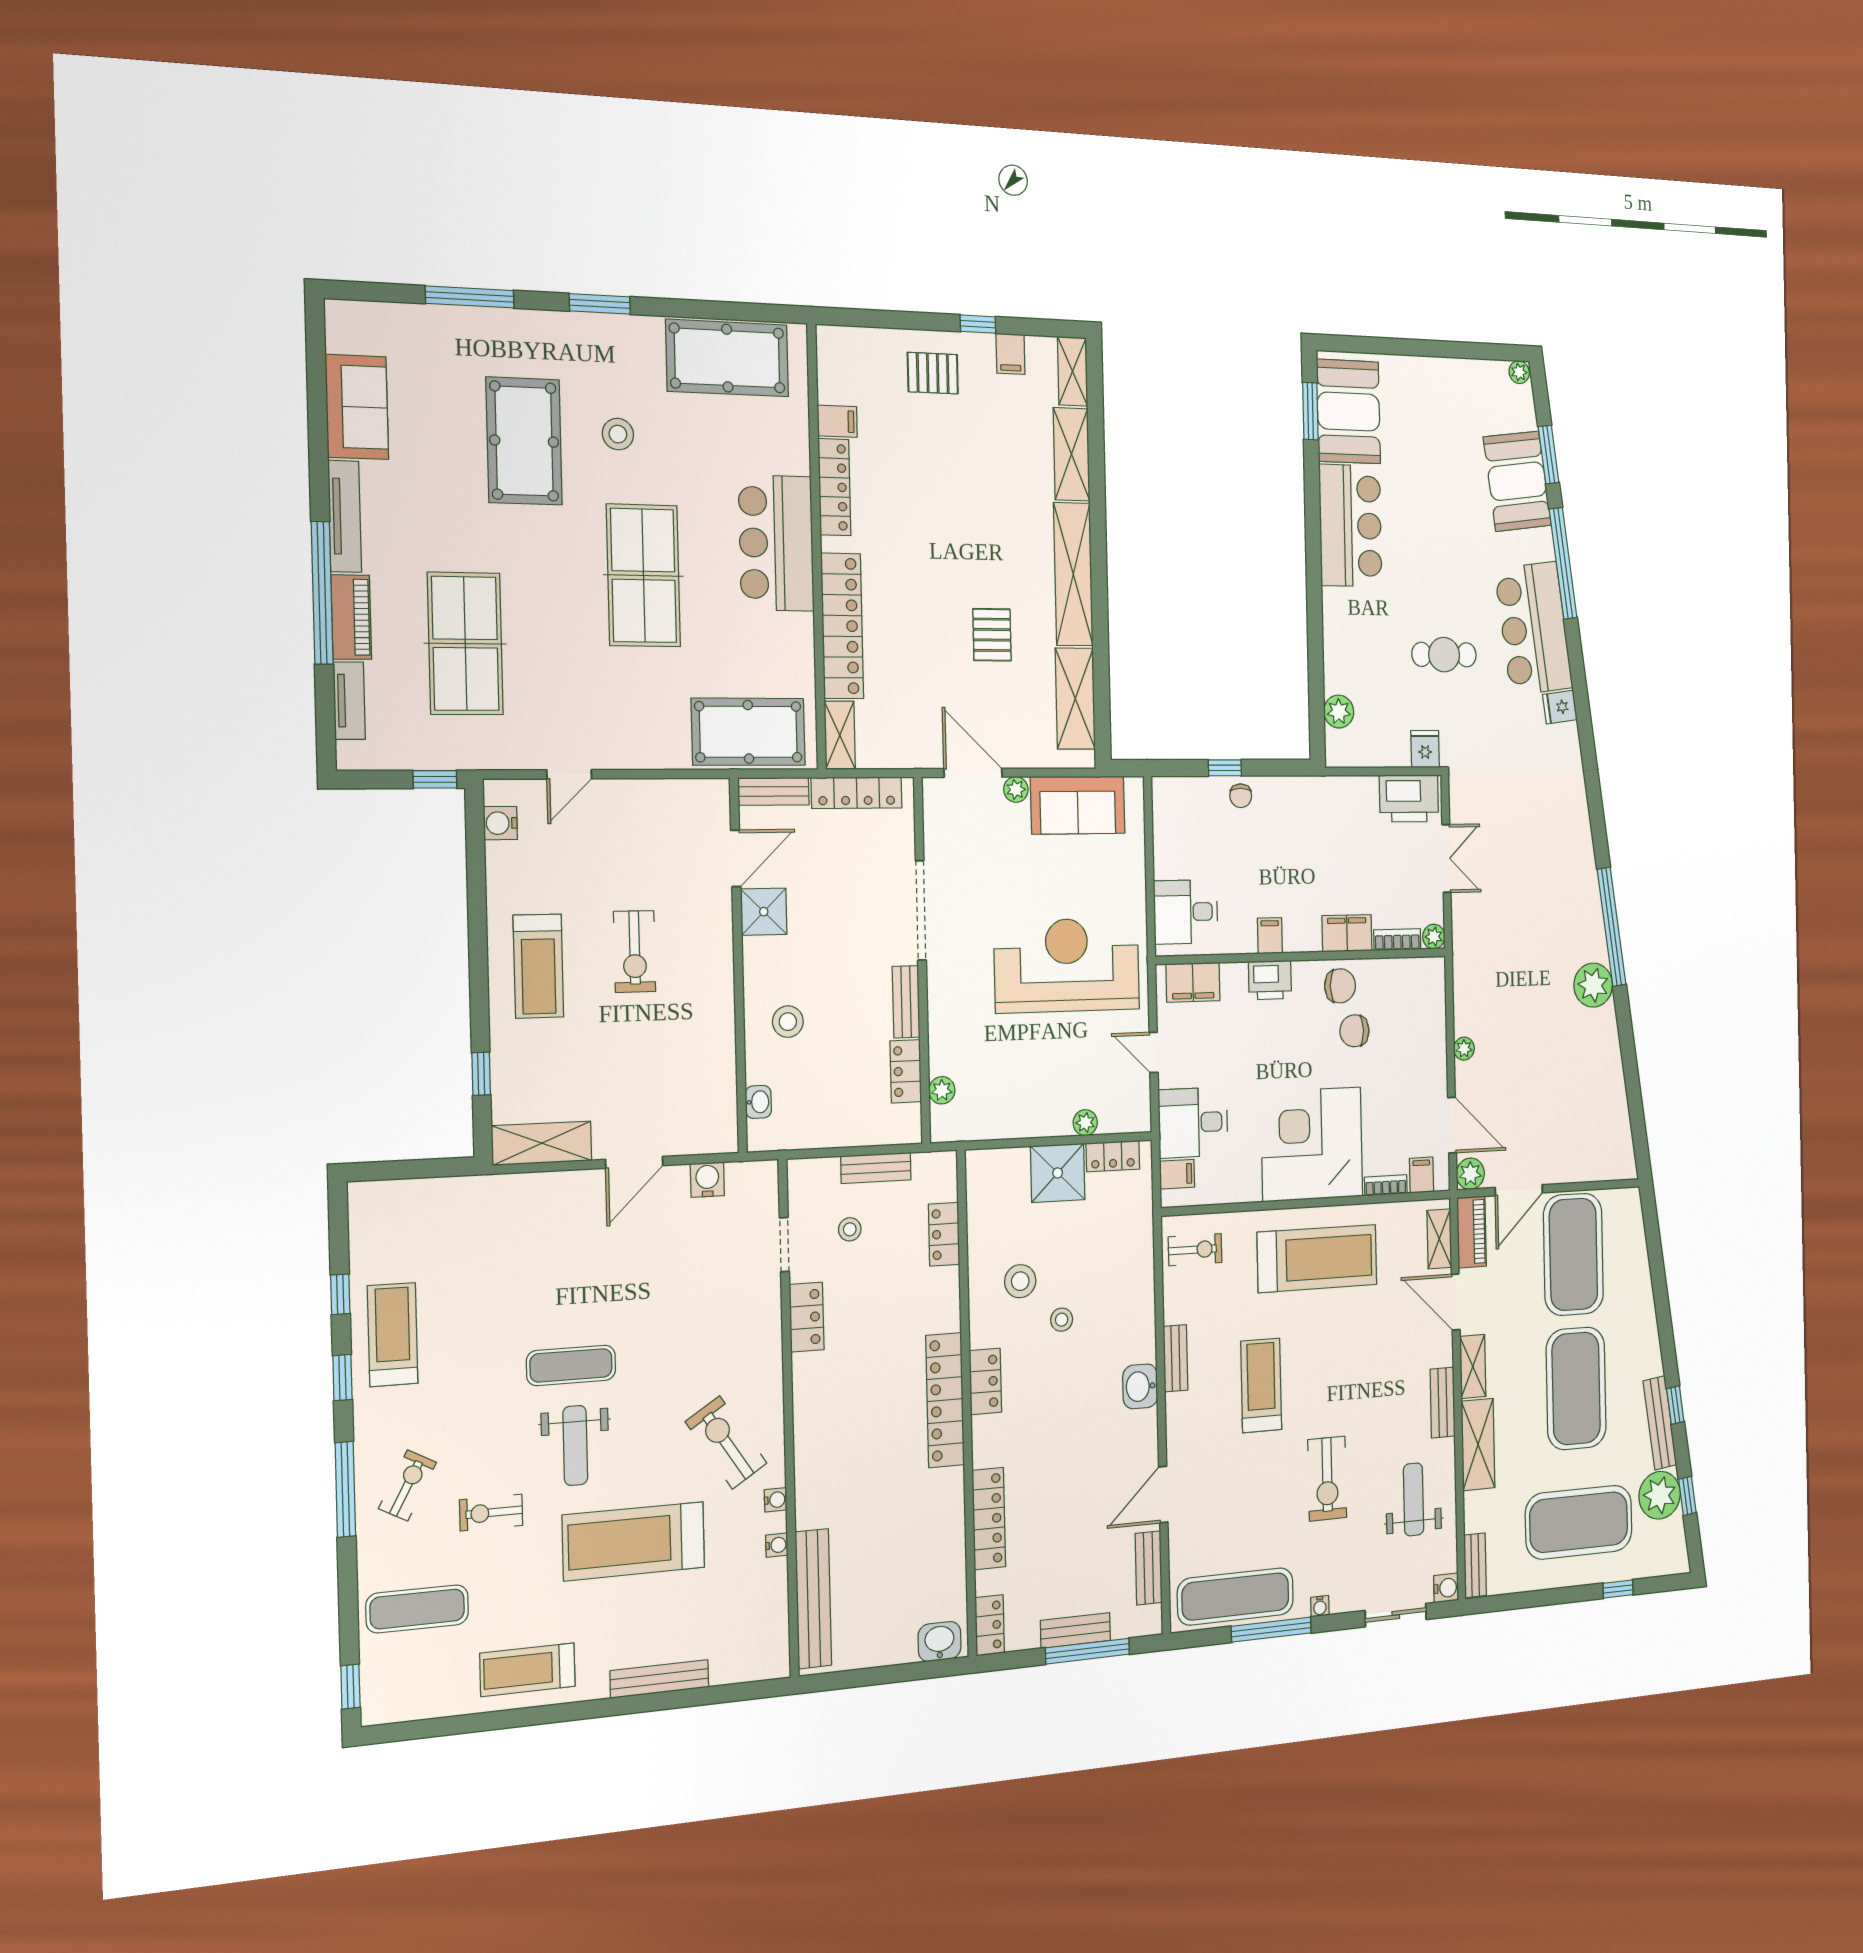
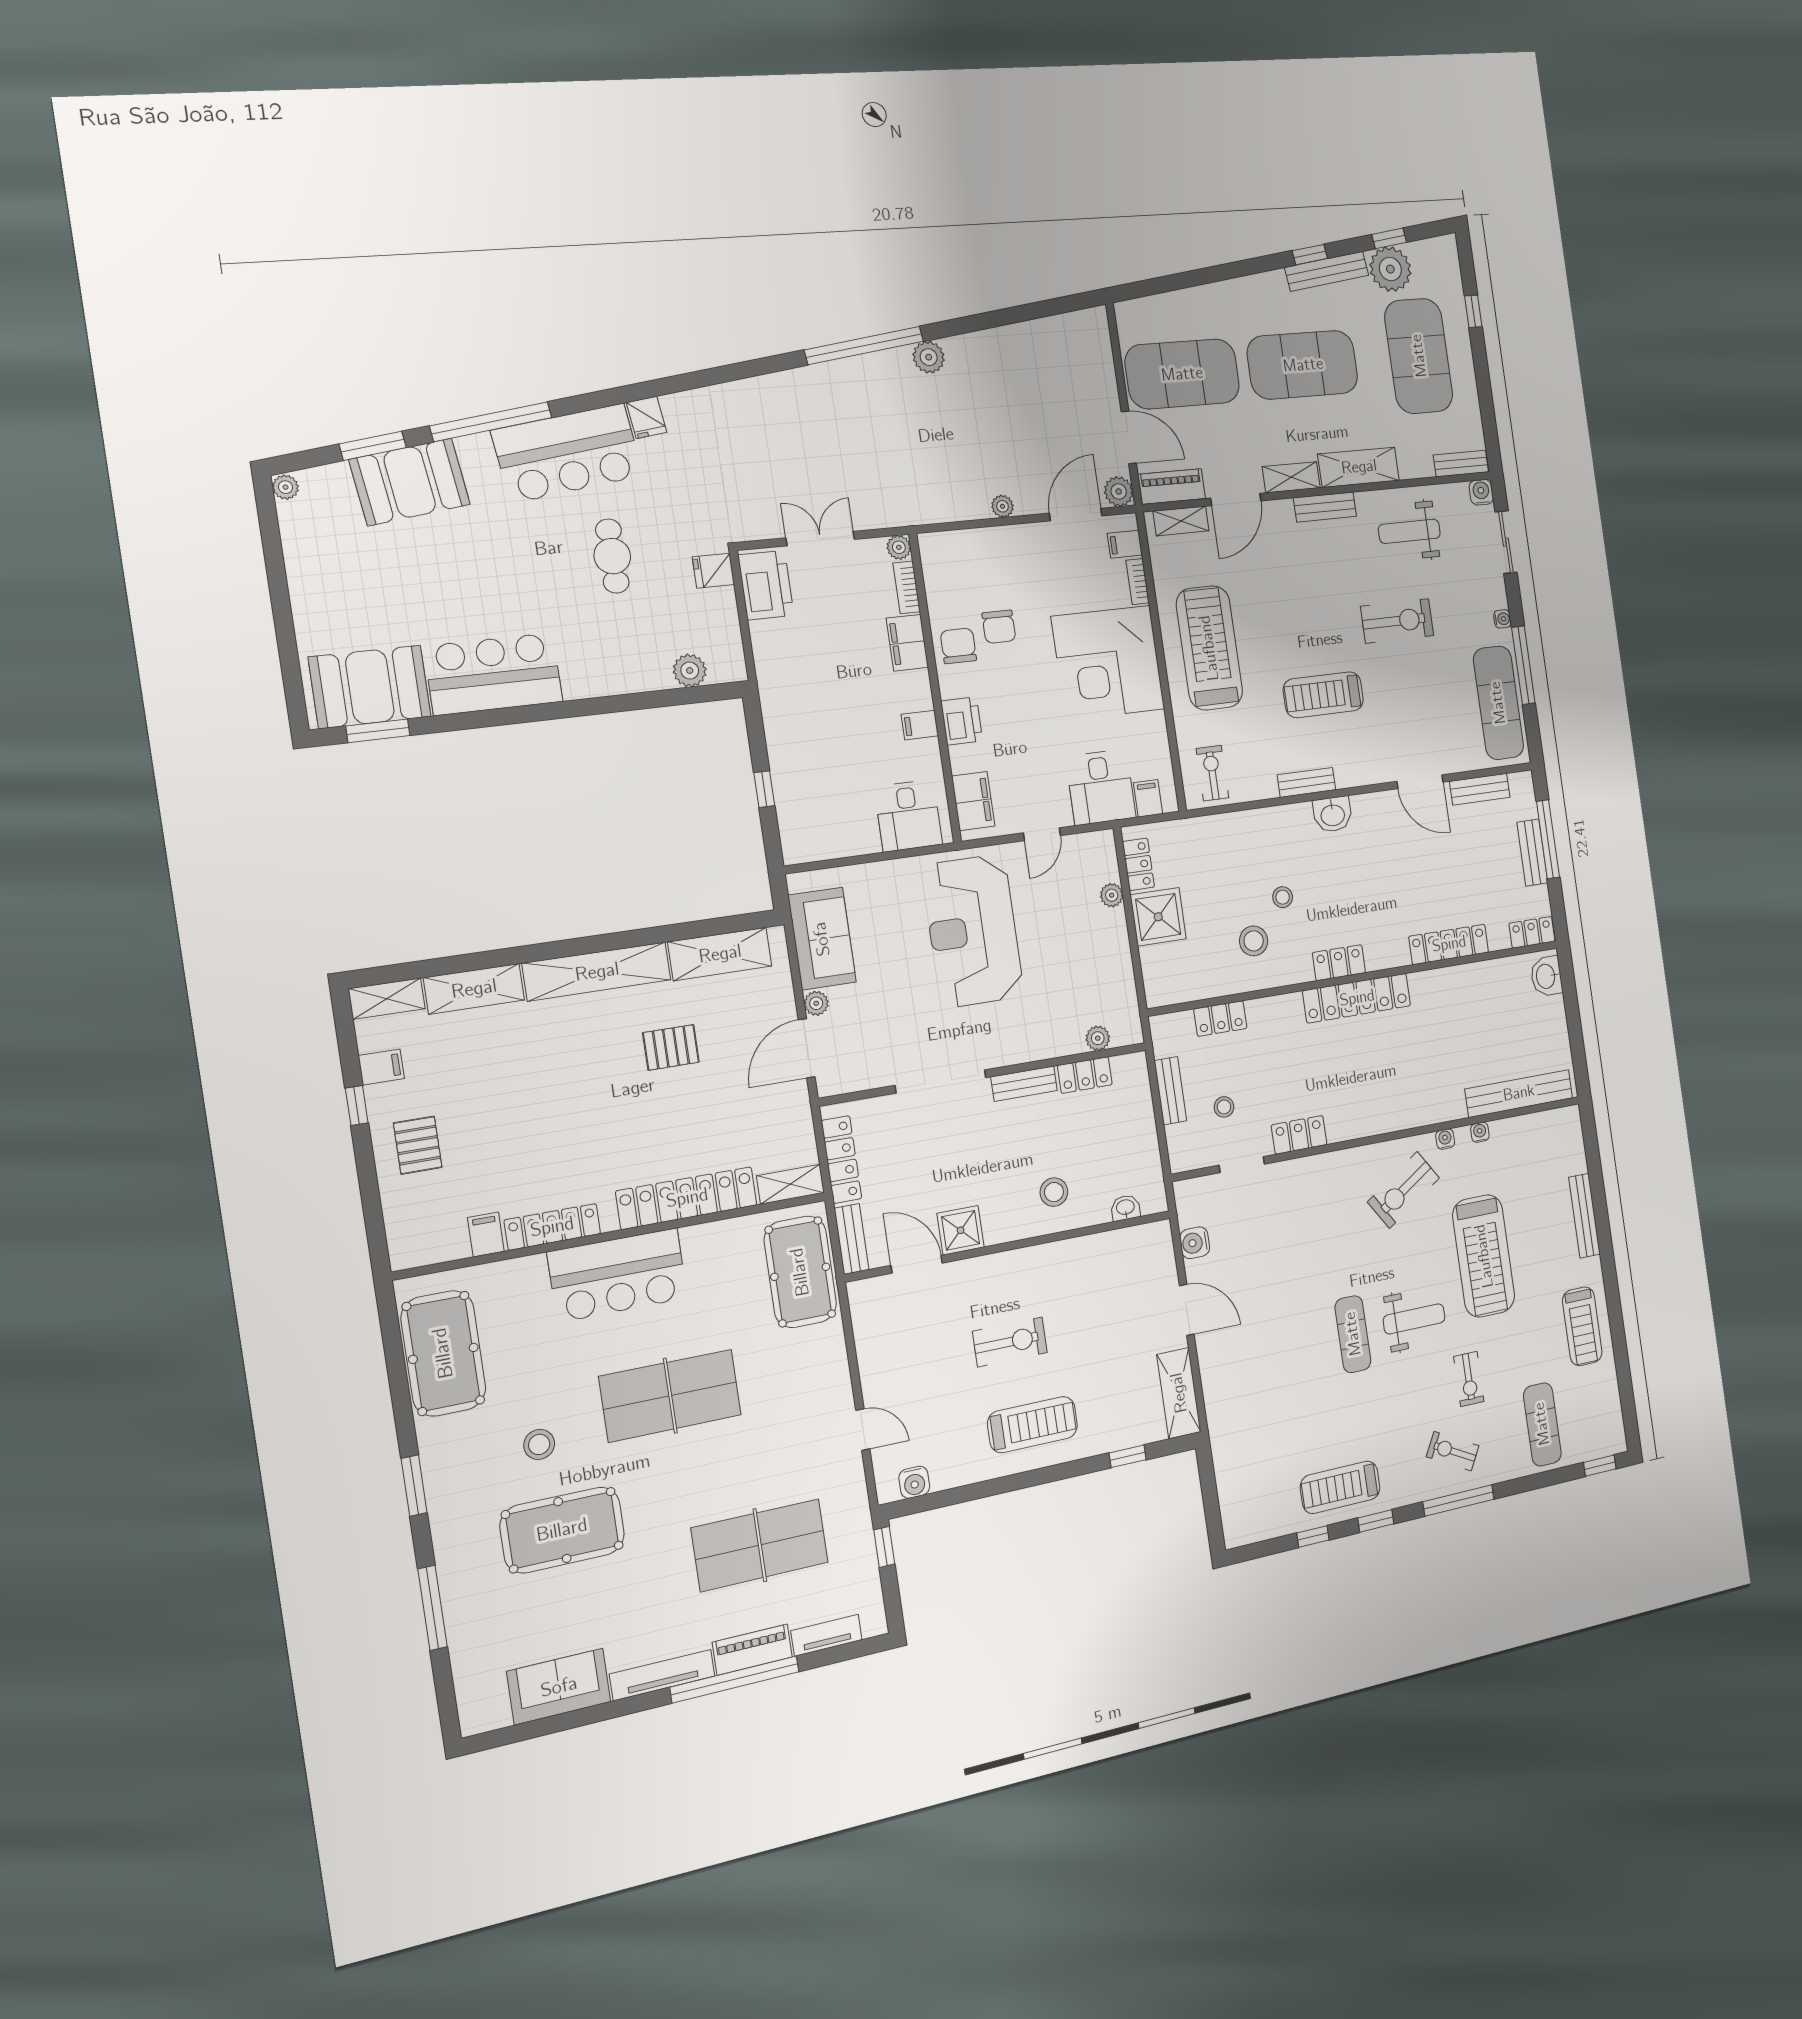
chair: (1241, 796) -> (789, 769), removed
plant: (1593, 985) -> (929, 357), width x0.73, depth x0.73

